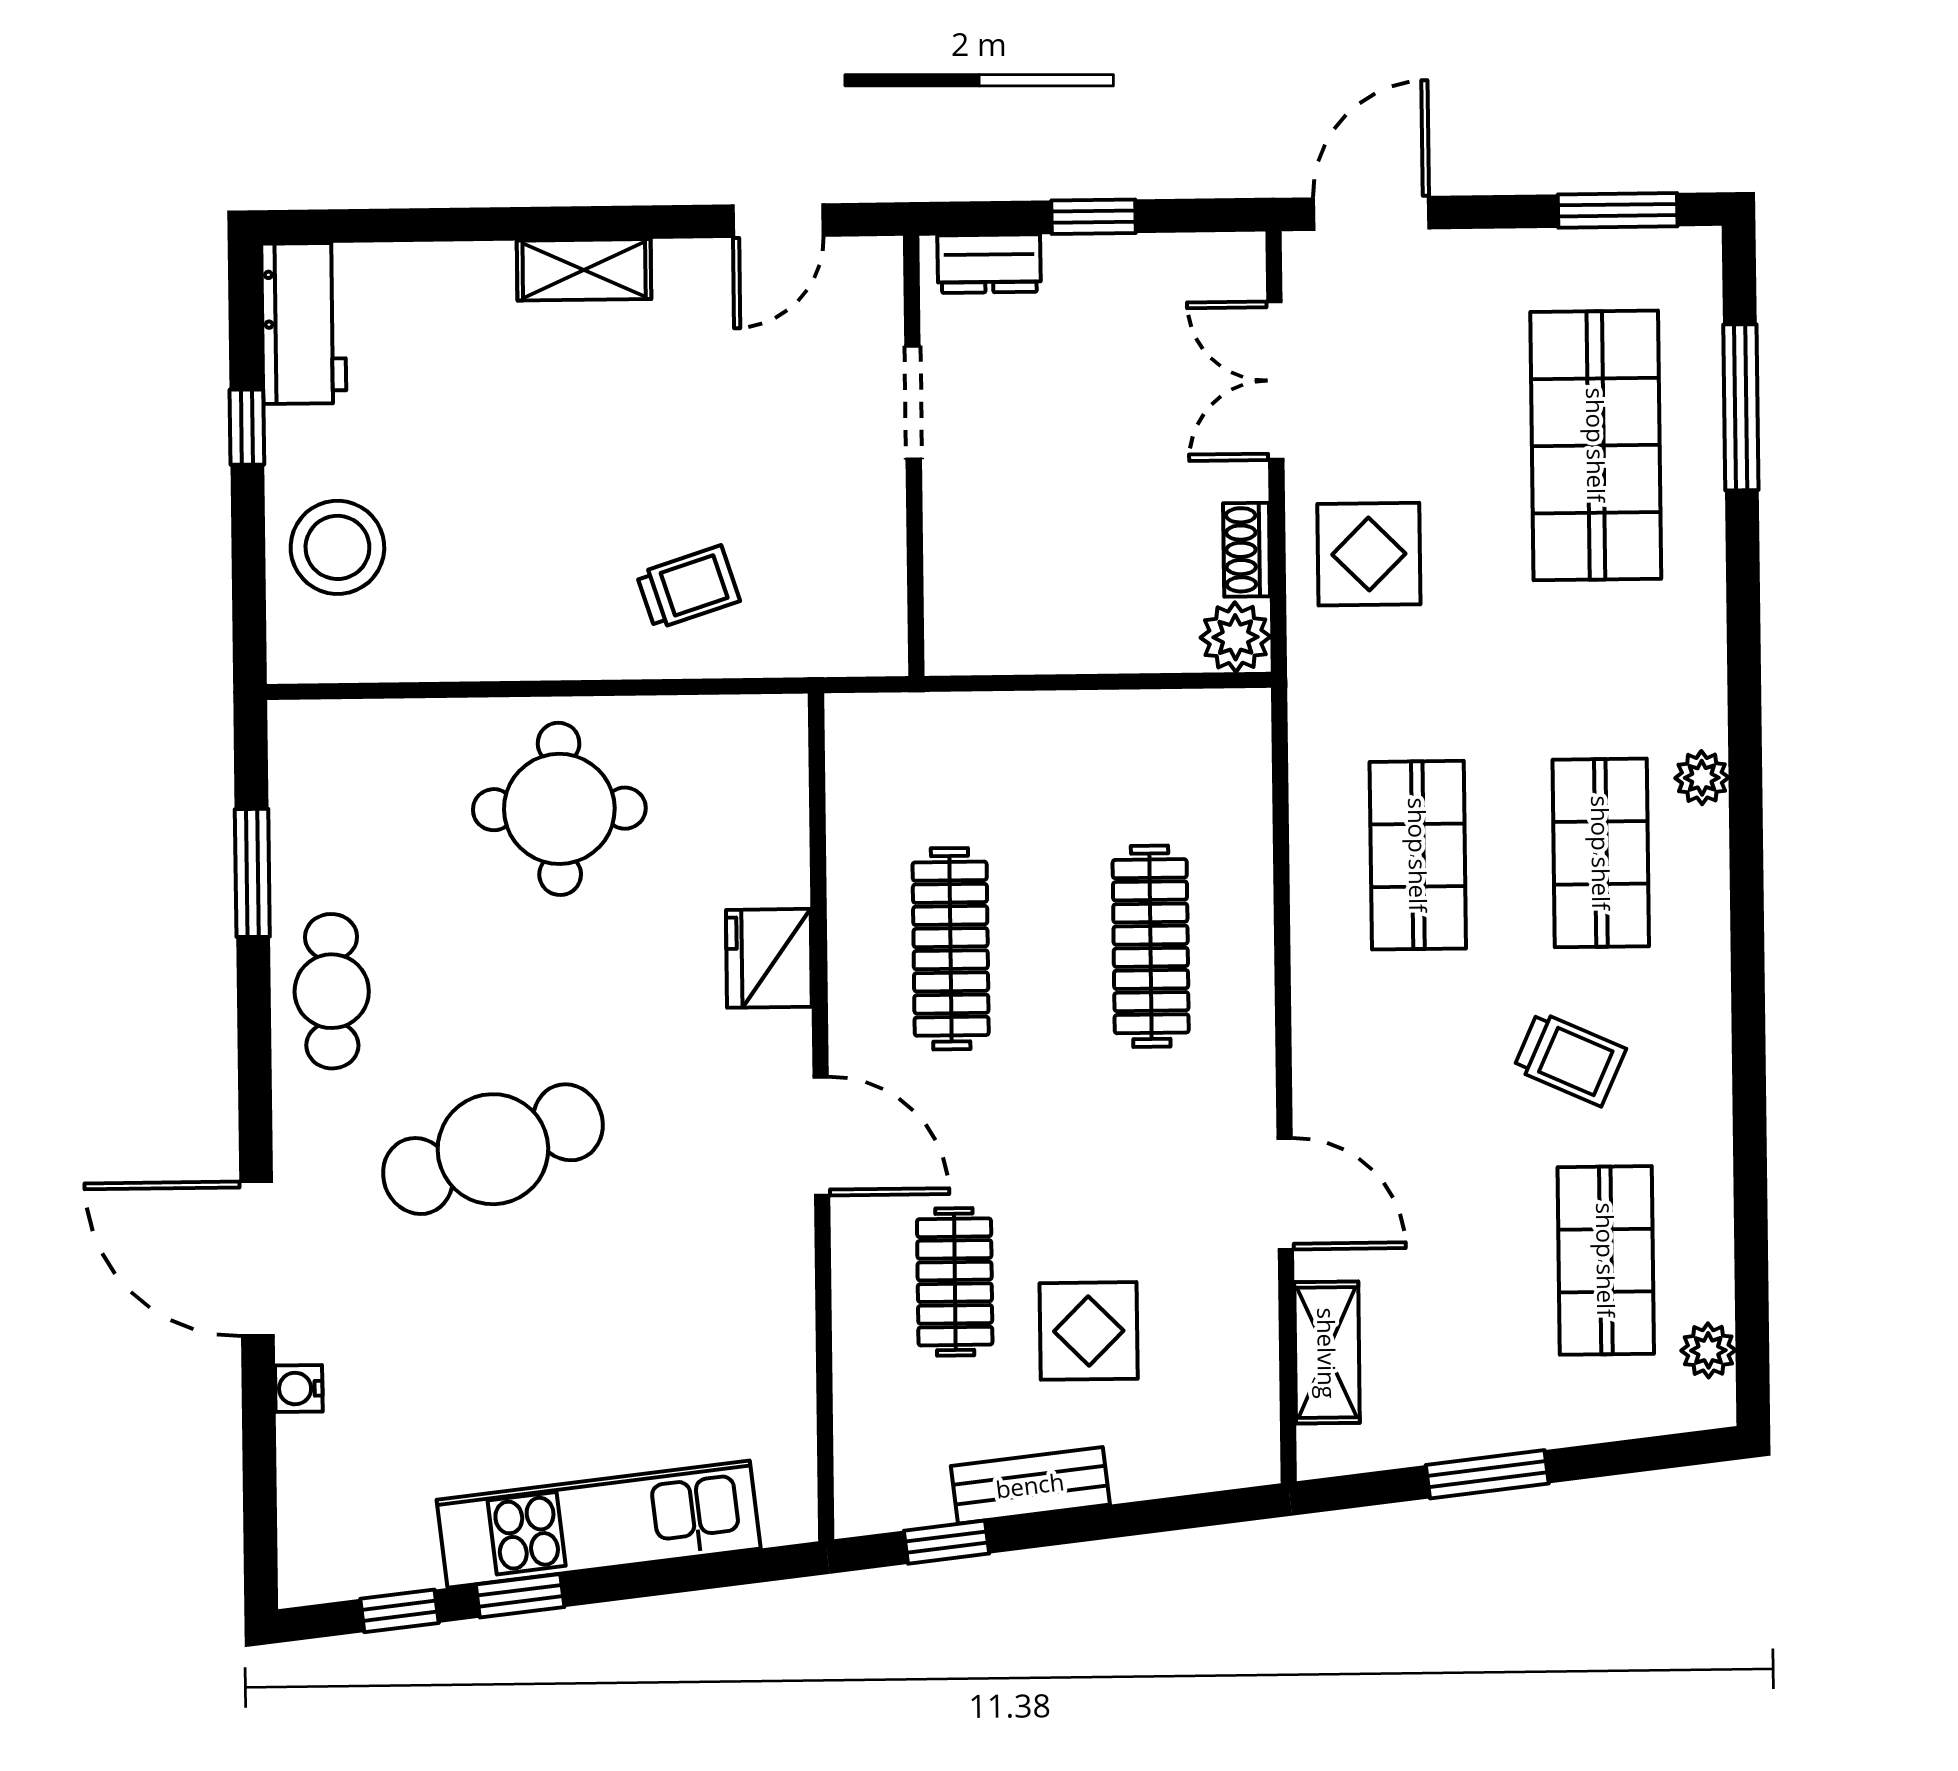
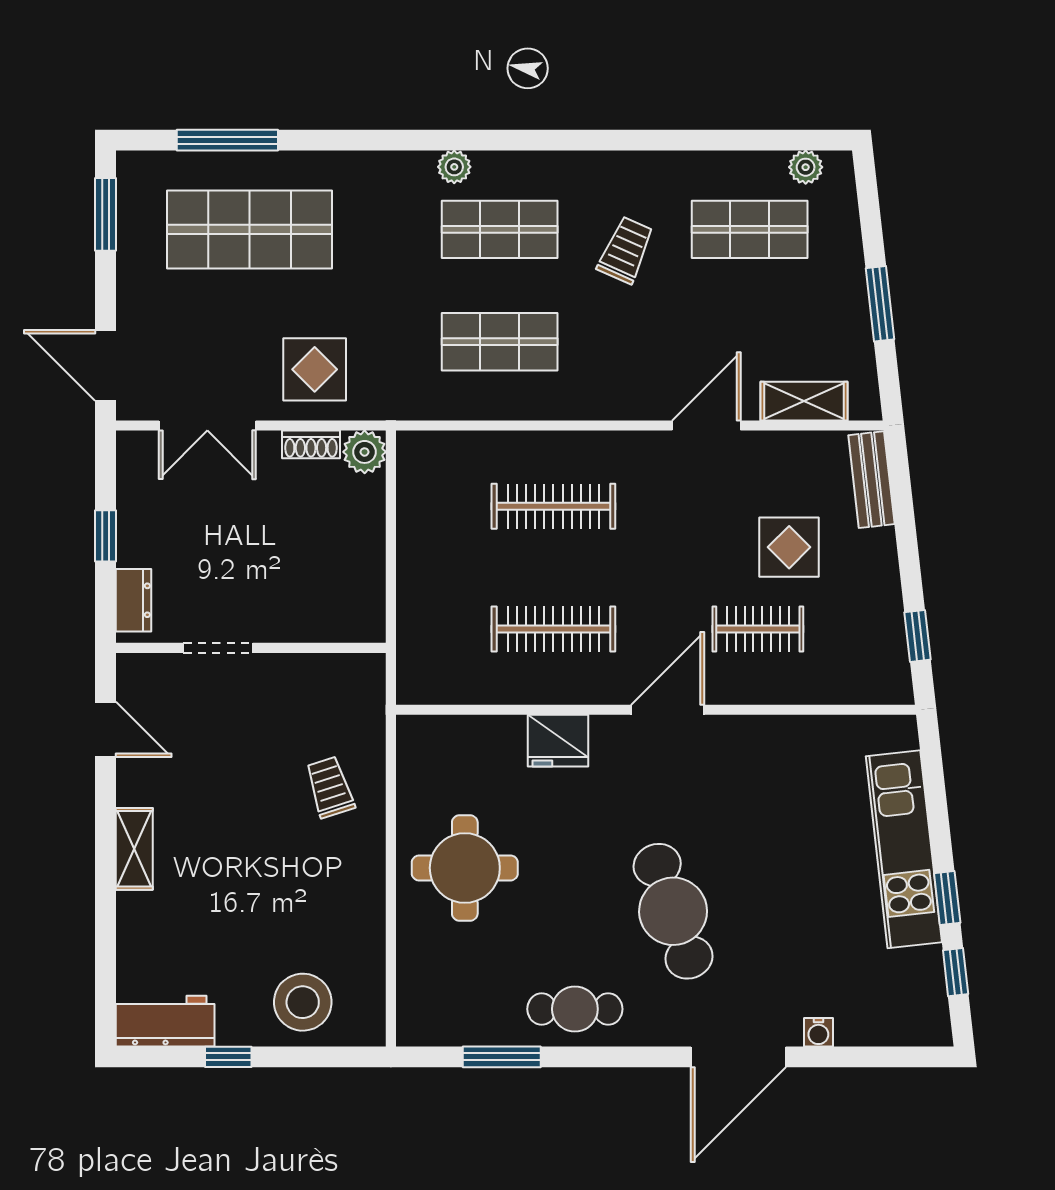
bench: (1030, 1485) -> (871, 480), moved

